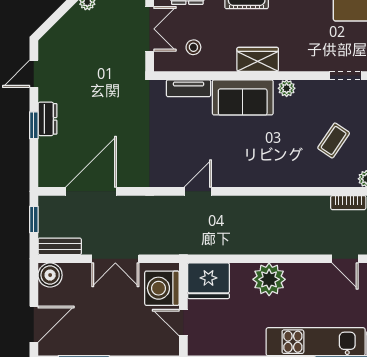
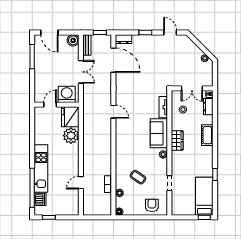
dresser: (47, 119) -> (123, 39), moved
double door: (115, 259) -> (81, 72), swing flipped
plant: (269, 279) -> (71, 136), moved

